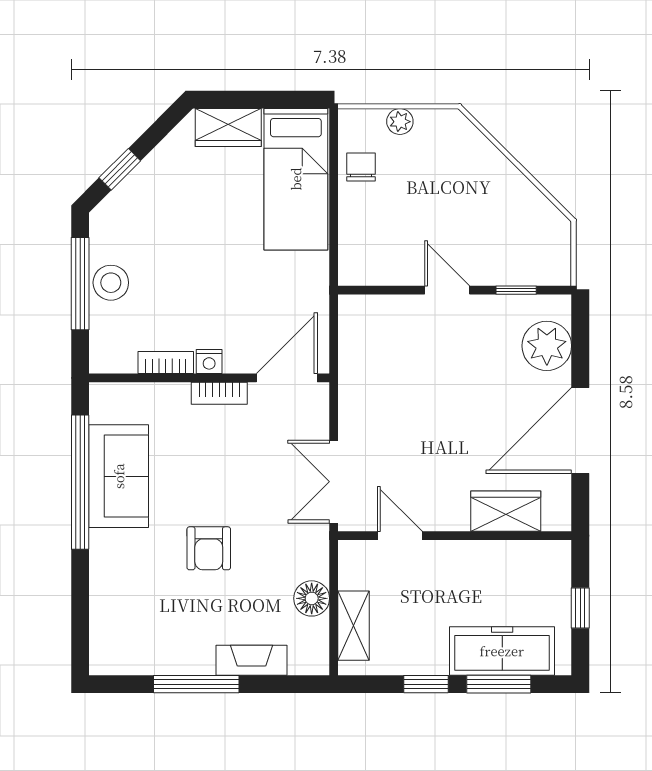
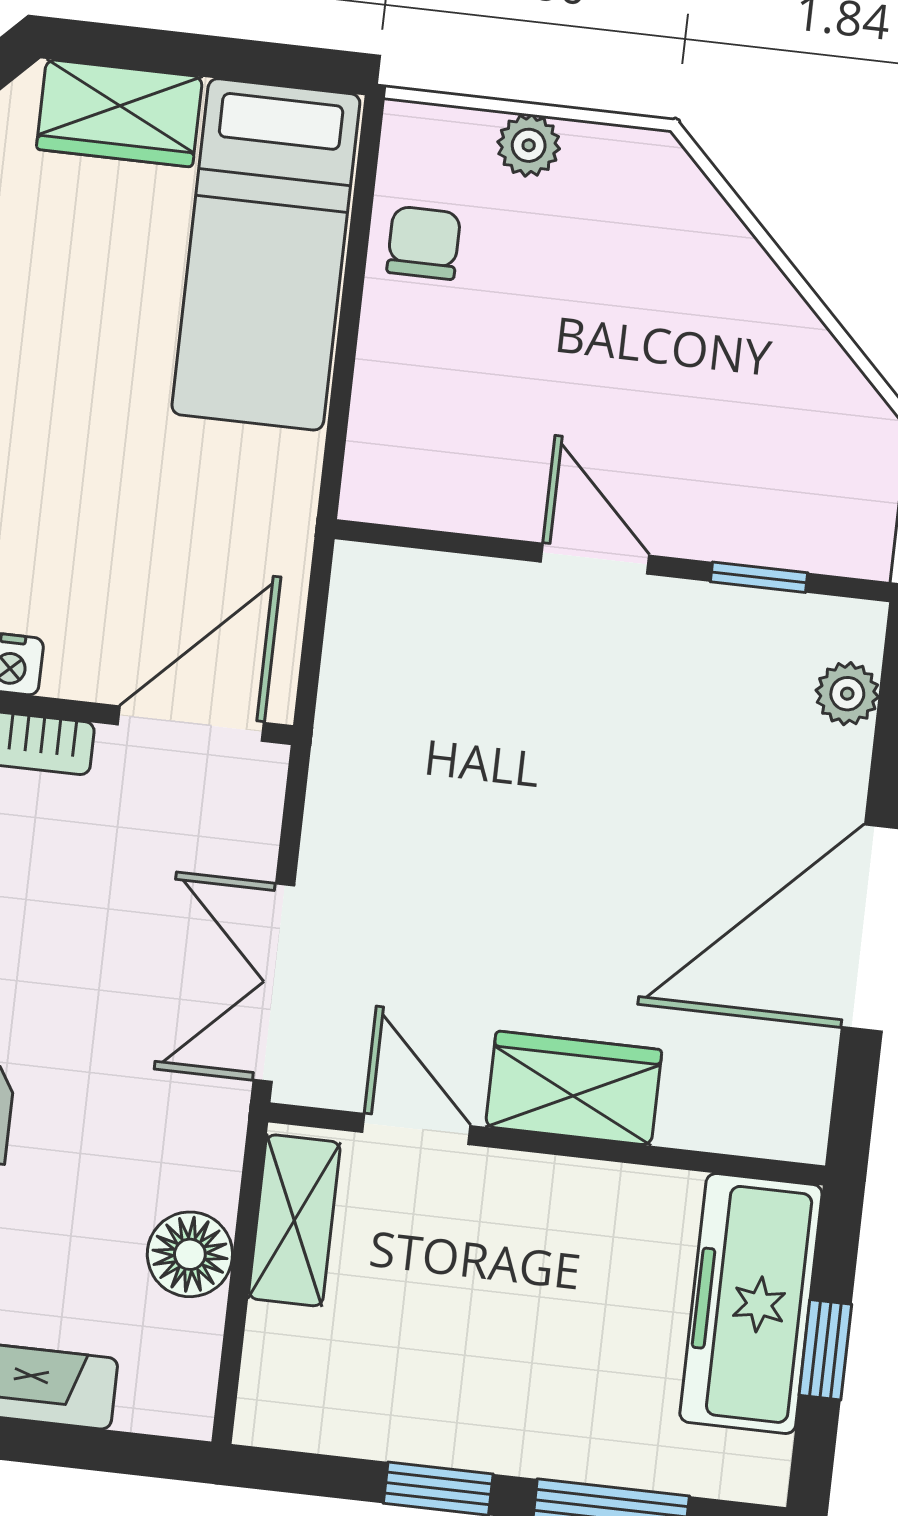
plant: (547, 346) -> (847, 694), width x0.53, depth x0.53
wardrobe: (506, 511) -> (574, 1088), moved
shelving: (353, 626) -> (294, 1220), moved
freezer: (502, 651) -> (751, 1303), moved, turned -90

